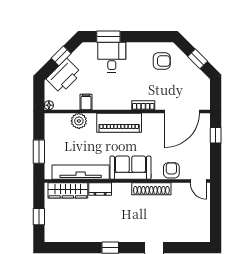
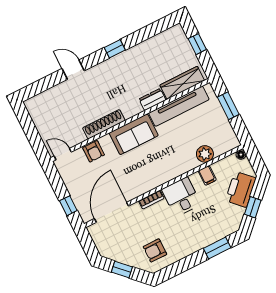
desk: (112, 57) -> (181, 197), moved, turned 180
piano: (119, 123) -> (166, 172), removed

